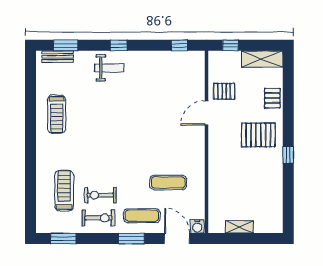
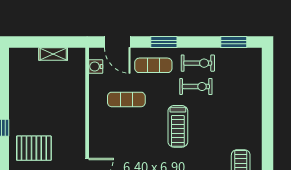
treadmill: (64, 191) -> (178, 126), moved
exercise bike: (99, 218) -> (198, 63), turned 180
water cooler: (197, 226) -> (96, 67), moved, turned -90

